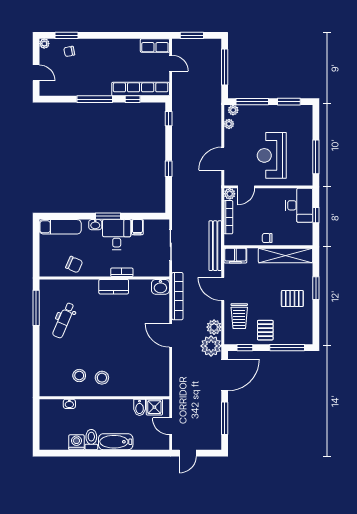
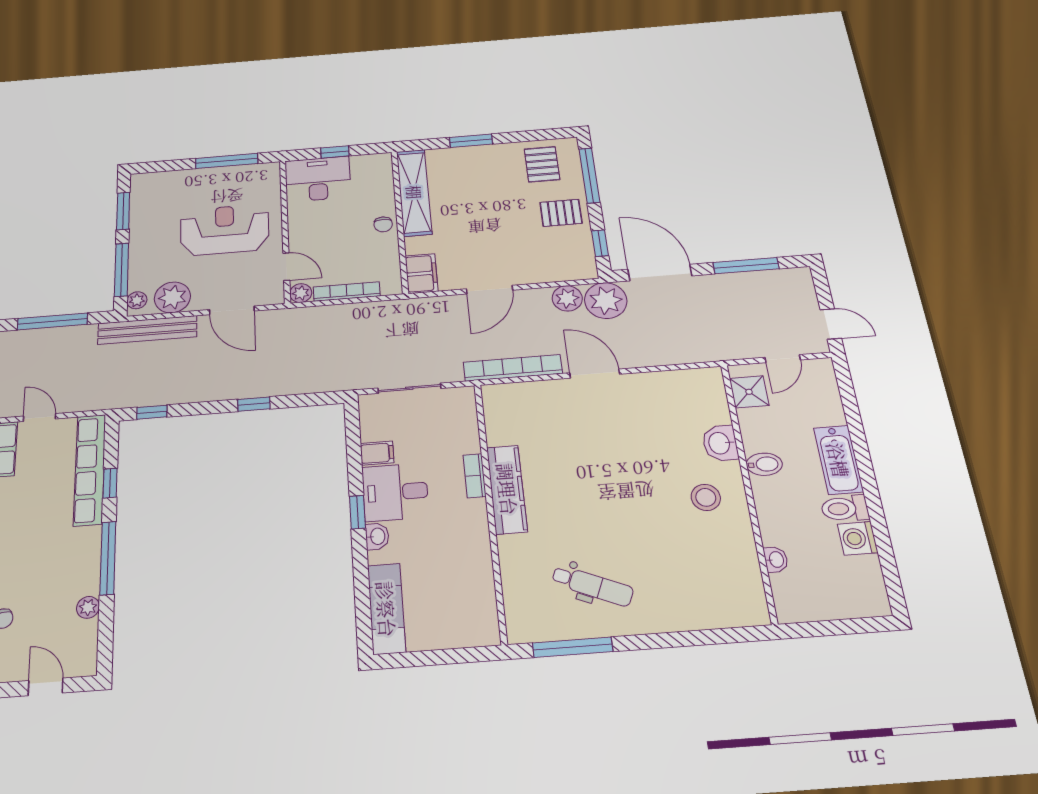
door: (171, 63) -> (39, 418), hinge flipped
door: (36, 73) -> (46, 687), hinge flipped
plant: (72, 91) -> (88, 607), added
plant: (229, 124) -> (172, 297), width x1.88, depth x1.88
reception desk: (272, 155) -> (225, 230), turned 180
window: (108, 216) -> (357, 512), width x0.67
bench: (215, 246) -> (147, 330), moved
chair: (74, 265) -> (467, 573), removed
kitchen counter: (114, 287) -> (507, 489), width x1.50
washbasin: (160, 287) -> (720, 443), moved, turned 180
pallet: (292, 299) -> (542, 164), moved
trolley: (239, 316) -> (539, 258), removed
door: (171, 335) -> (595, 374), swing flipped
stool: (79, 376) -> (709, 544), removed
bidet: (140, 407) -> (764, 464), moved

